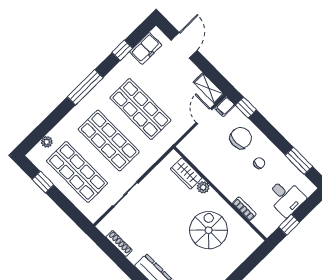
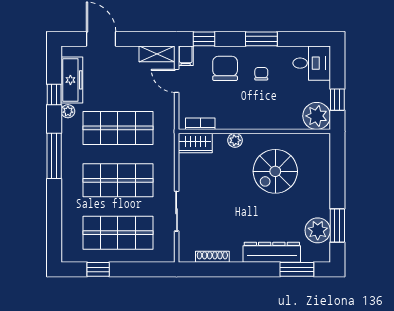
freezer: (146, 48) -> (72, 80), width x1.40
plant: (47, 142) -> (68, 111), moved
window: (299, 161) -> (261, 39), moved
wardrobe: (186, 173) -> (195, 143), moved
desk: (286, 197) -> (312, 63), moved
bookcase: (244, 209) -> (200, 124), moved
plant: (267, 222) -> (317, 116), added
spiral stairs: (209, 230) -> (275, 171), turned -90

